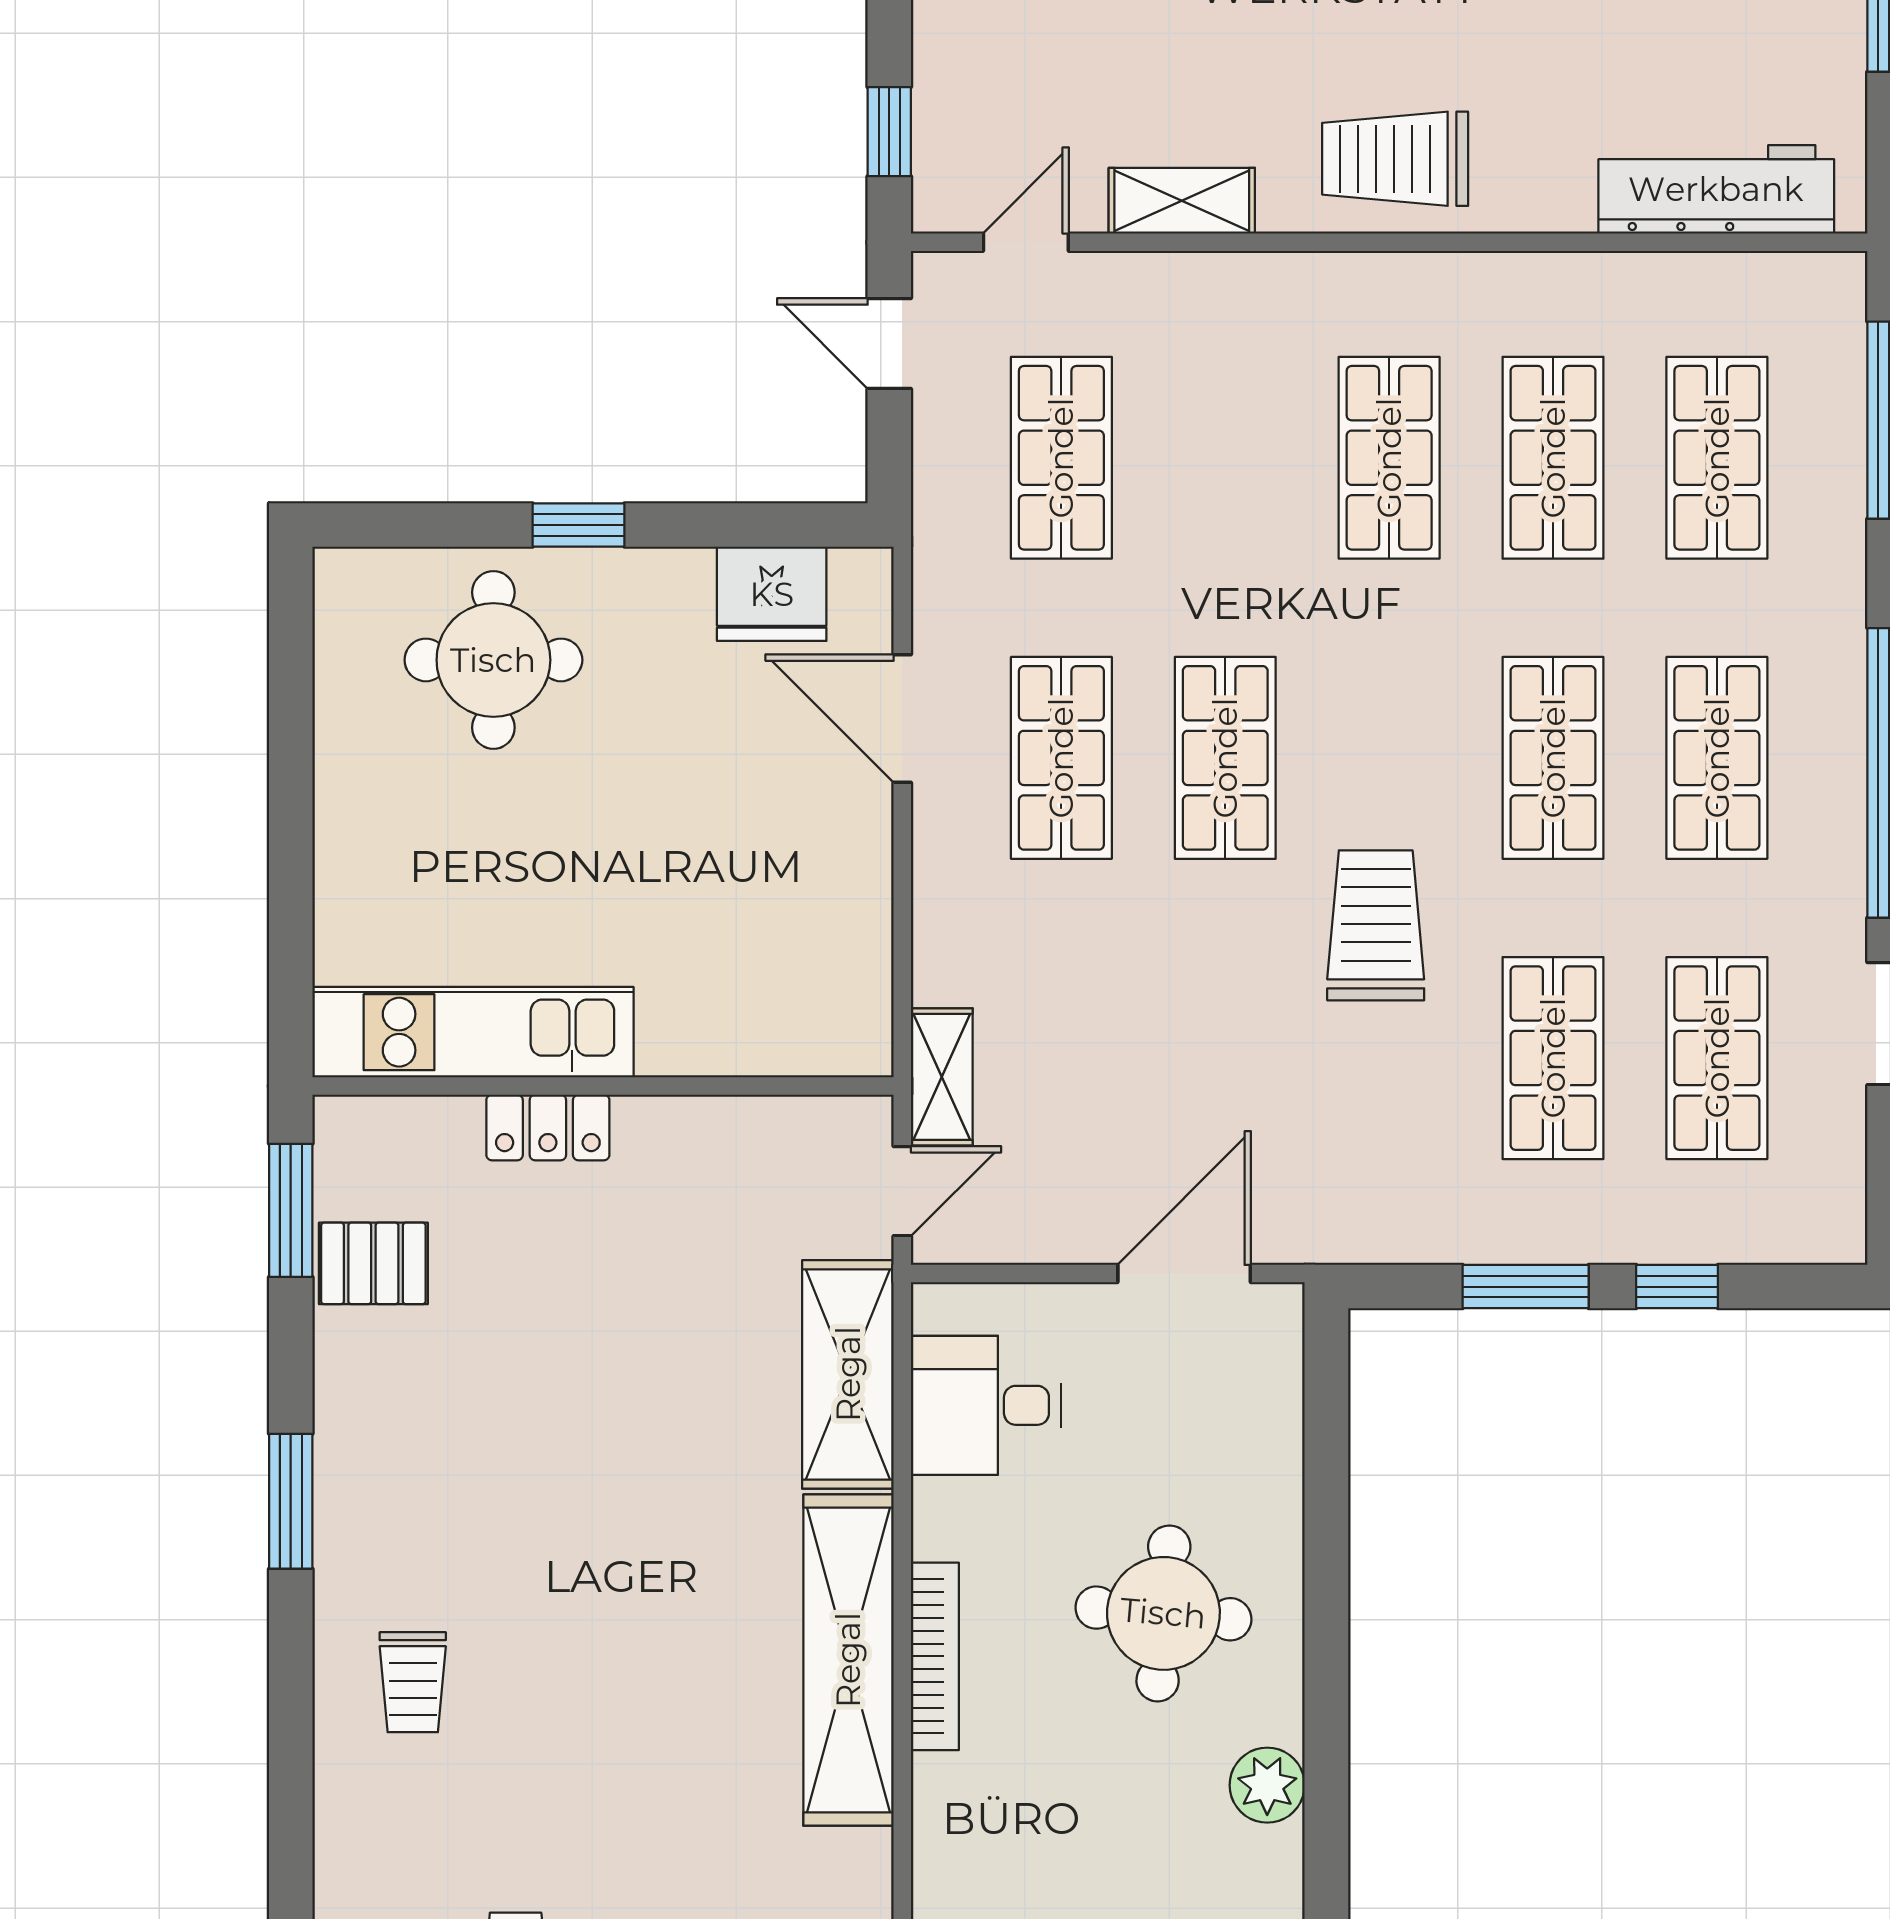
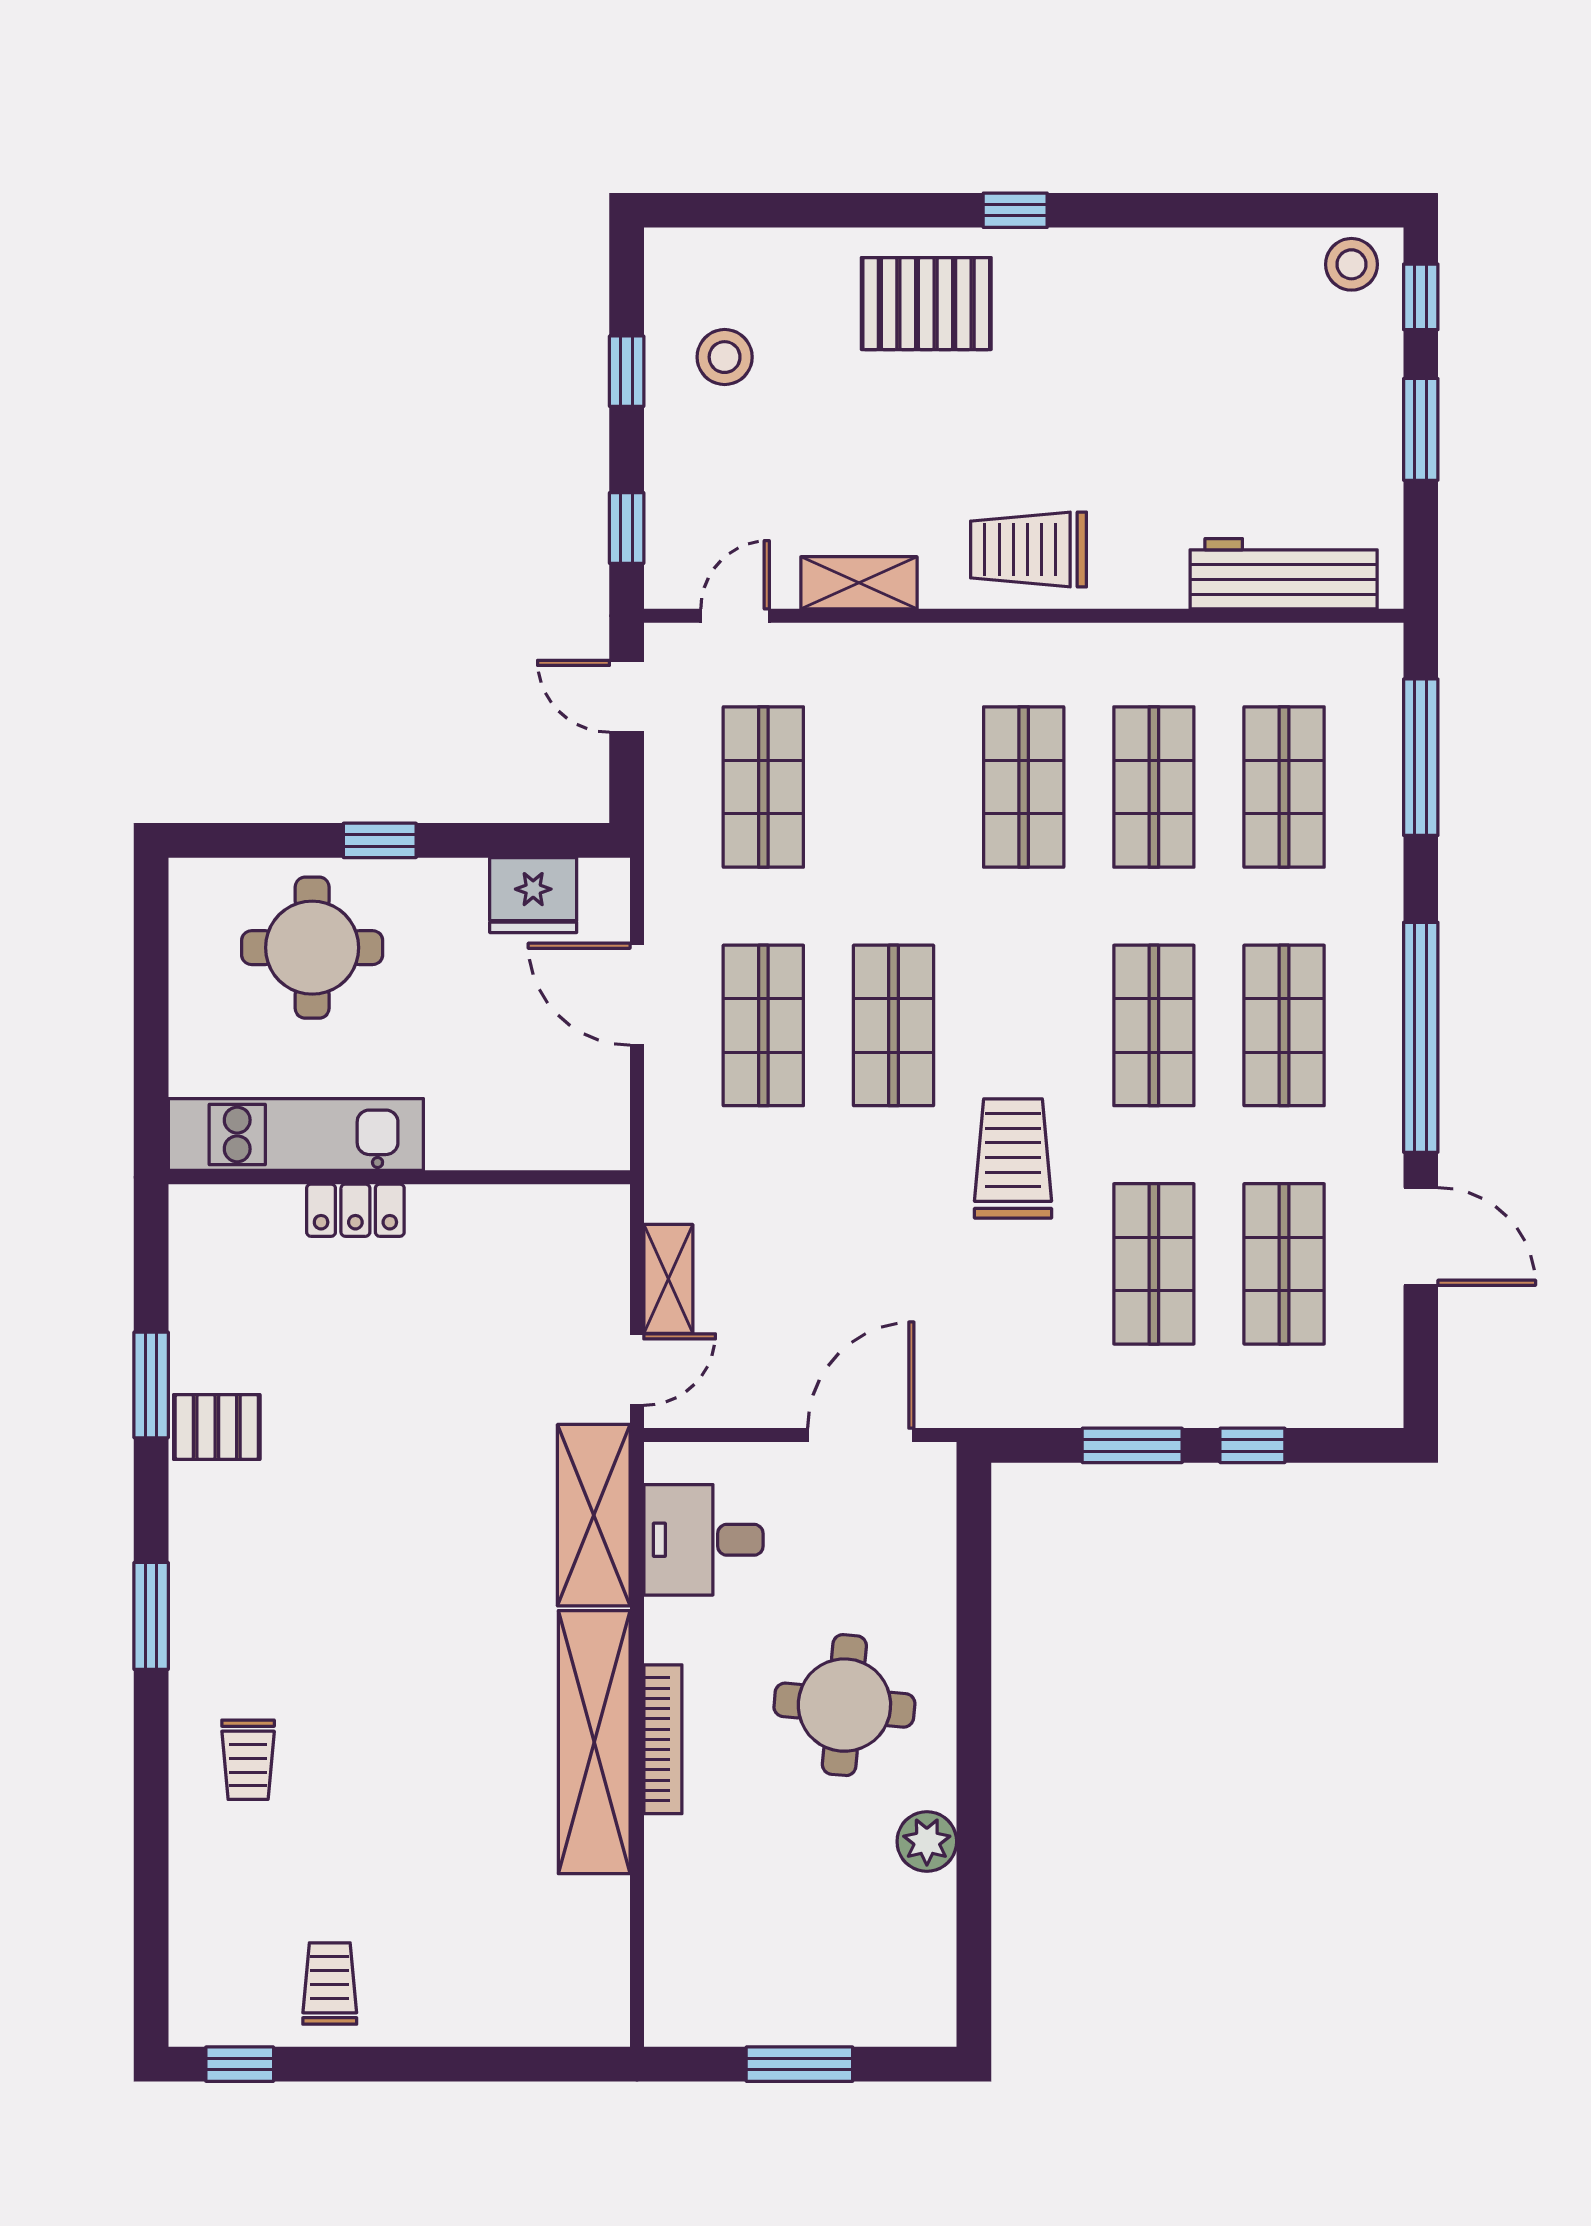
kitchen unit: (473, 1032) -> (296, 1134), moved
wall: (603, 1086) -> (399, 1177), moved
locker: (548, 1128) -> (355, 1210), moved

